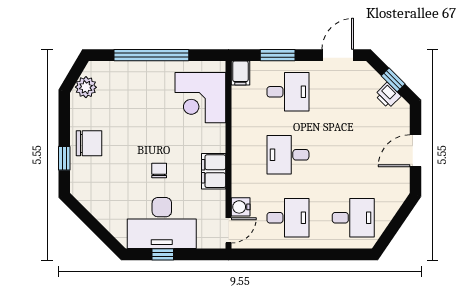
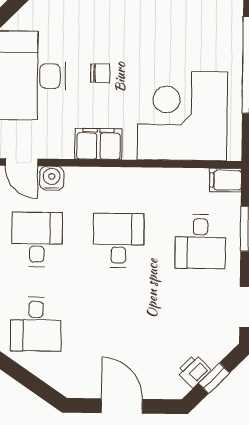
corner desk: (200, 98) -> (182, 116), width x1.36, depth x1.36
desk: (288, 218) -> (37, 239), turned 180

